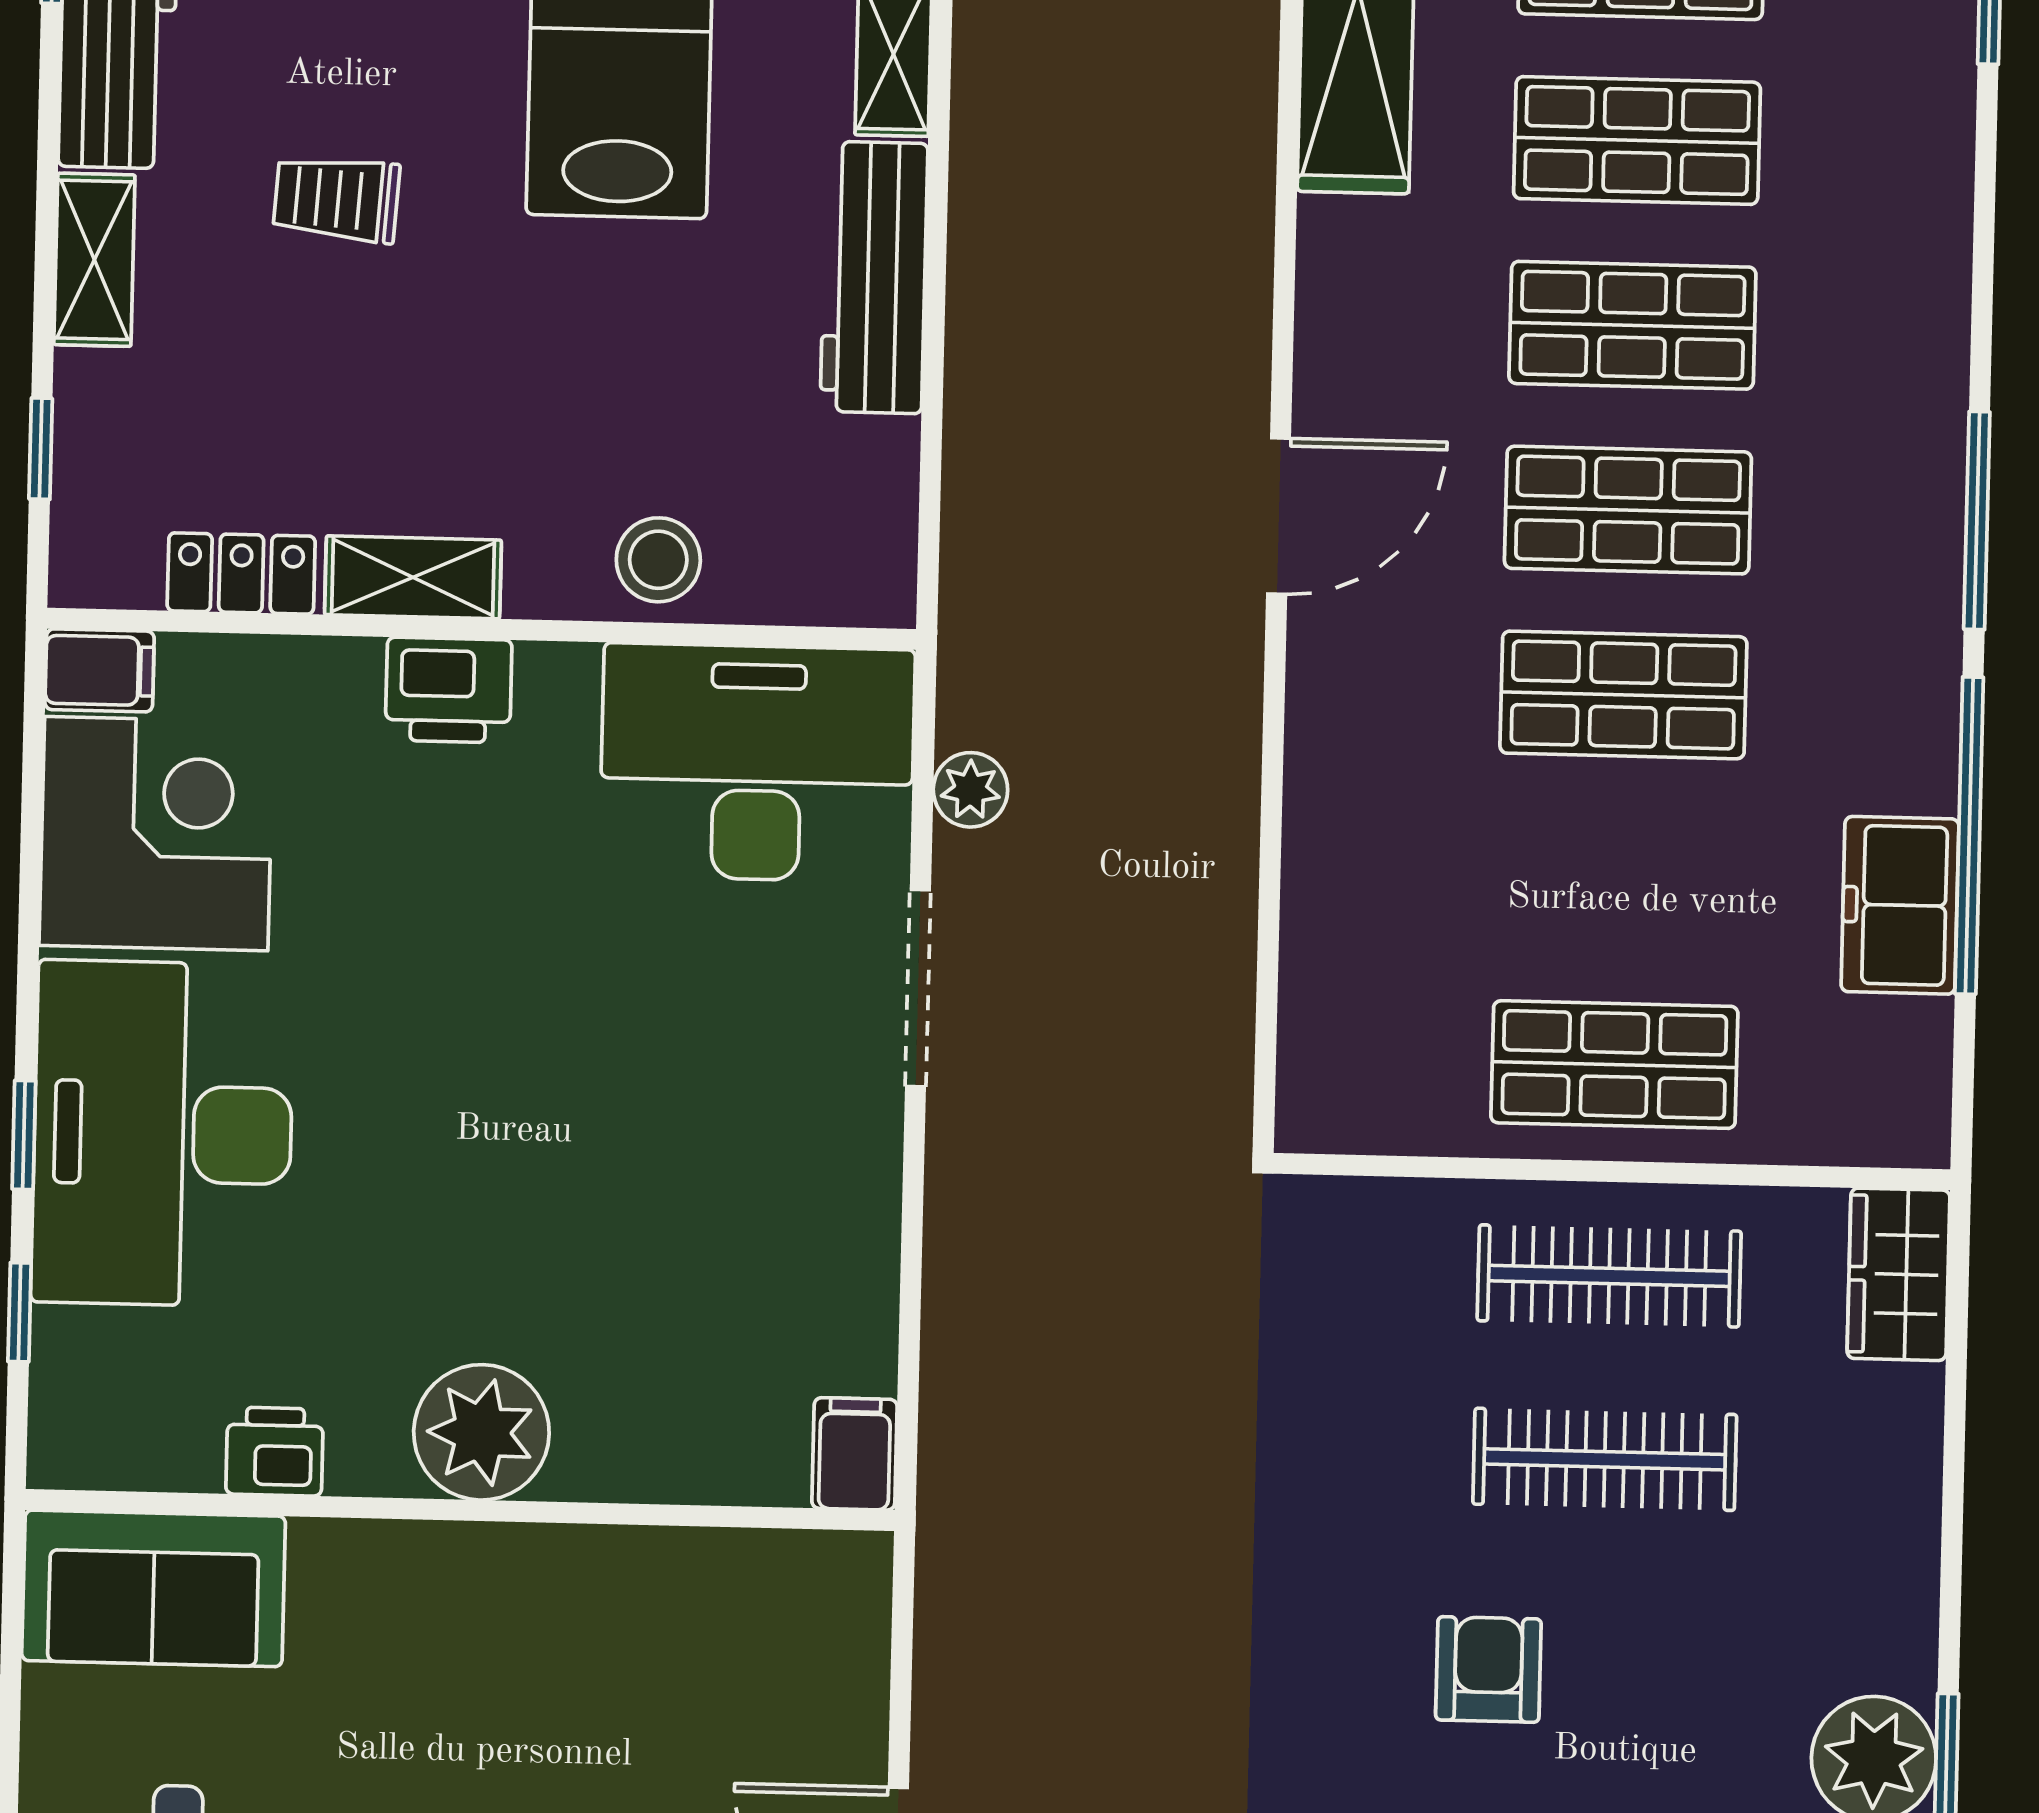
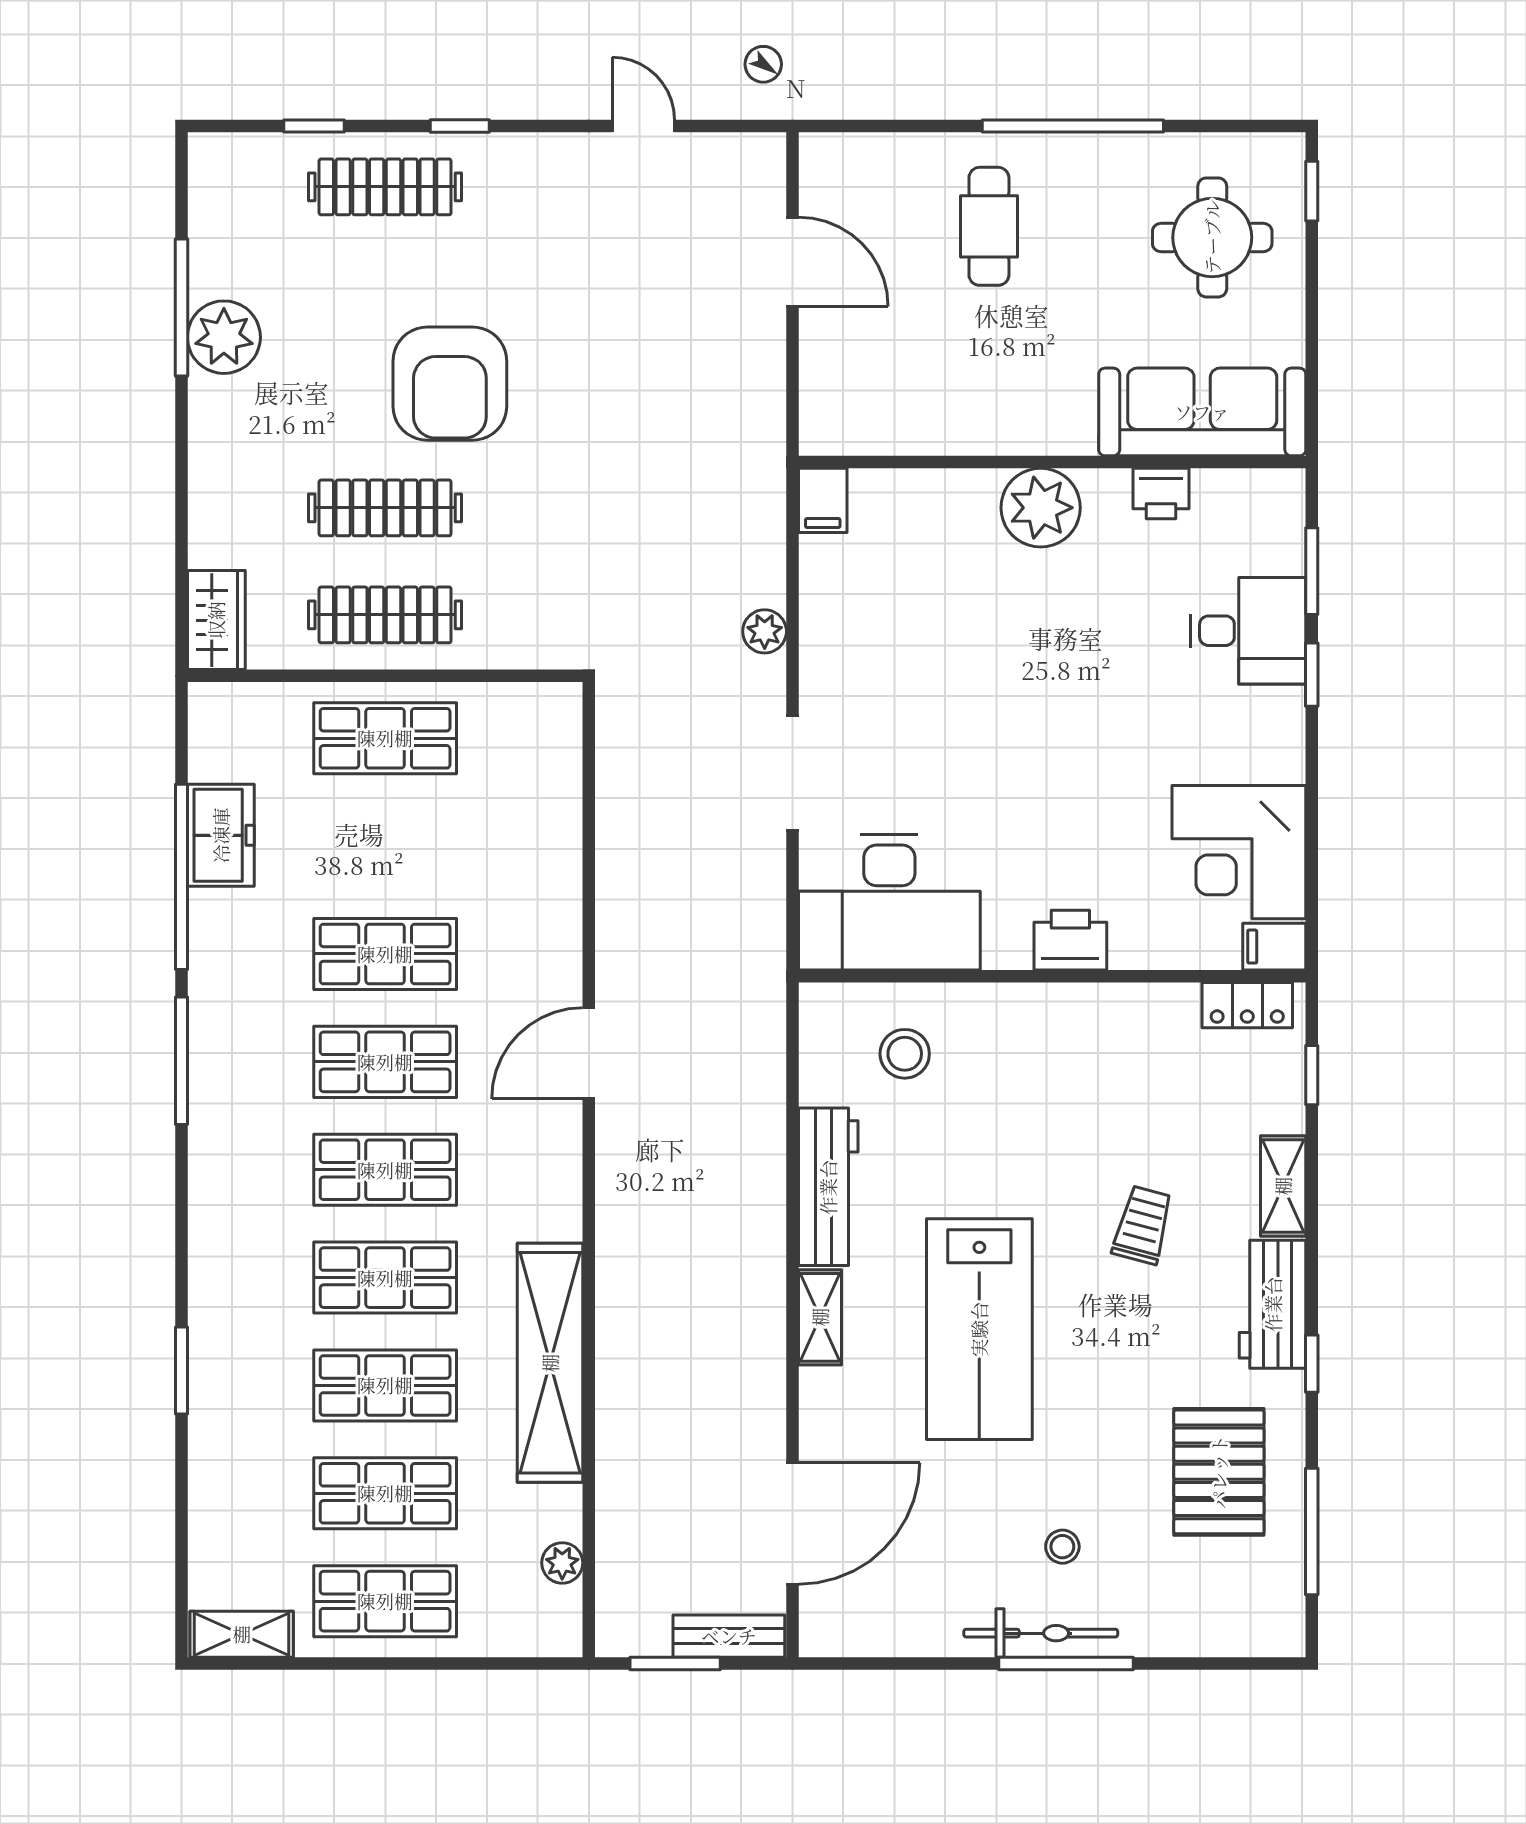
trolley: (337, 199) -> (1143, 1225), turned -79
stool: (658, 560) -> (905, 1054), moved
locker: (241, 573) -> (1247, 1005), moved
shelving: (413, 577) -> (1093, 1005), removed
plant: (970, 790) -> (765, 631), moved
desk: (163, 1134) -> (1248, 631), width x0.53, depth x0.77
window: (20, 1312) -> (1312, 571), width x1.50
sofa: (154, 1588) -> (1202, 412), width x1.36
armchair: (1488, 1669) -> (450, 384), width x1.88, depth x1.88

